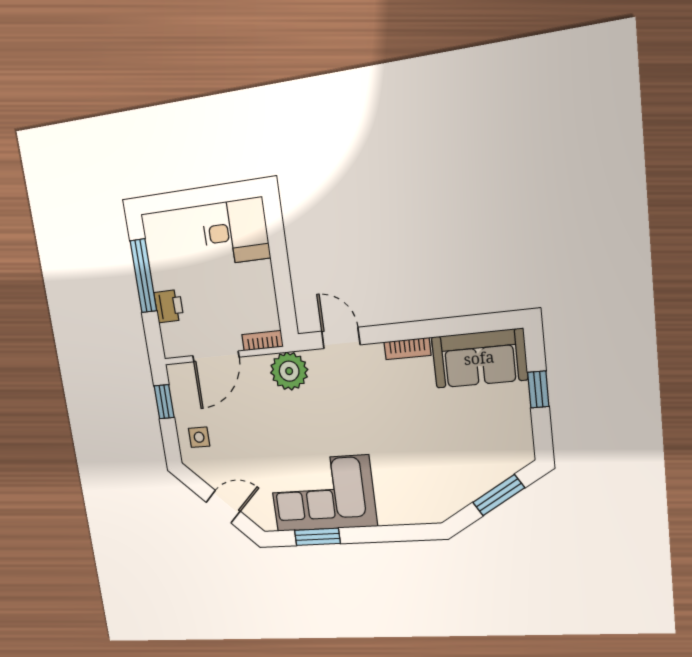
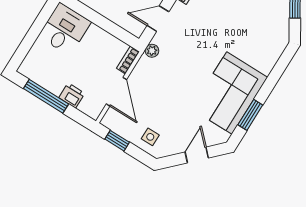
plant: (289, 371) -> (152, 51), width x0.53, depth x0.53

